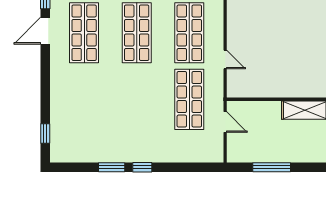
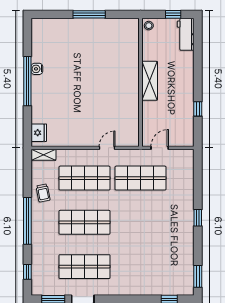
window: (112, 167) -> (198, 276), moved
window: (272, 167) -> (198, 109), width x0.46

